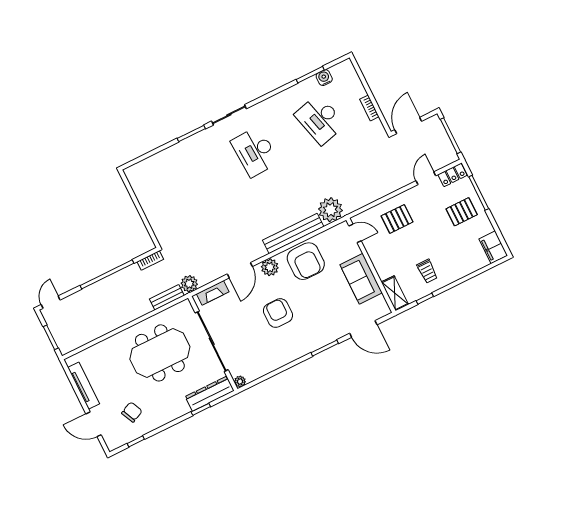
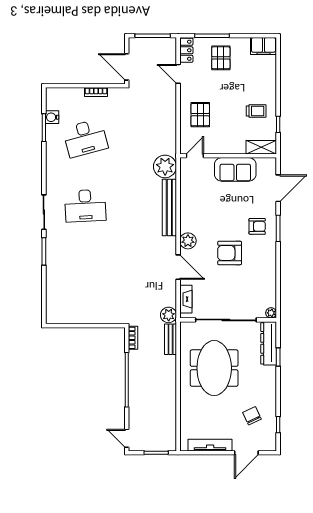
armchair: (306, 261) -> (257, 226), moved, width x0.53, depth x0.53

